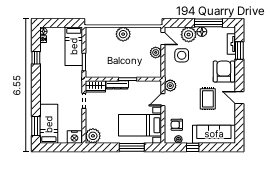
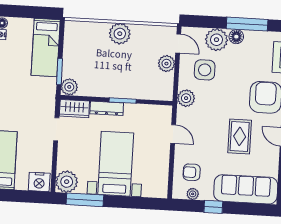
plant: (91, 72) -> (69, 87), added
plant: (170, 86) -> (186, 98), moved
door: (163, 100) -> (173, 134), swing flipped
bed with nightstands: (140, 125) -> (116, 164), moved, turned 90
window: (132, 147) -> (85, 200), moved

